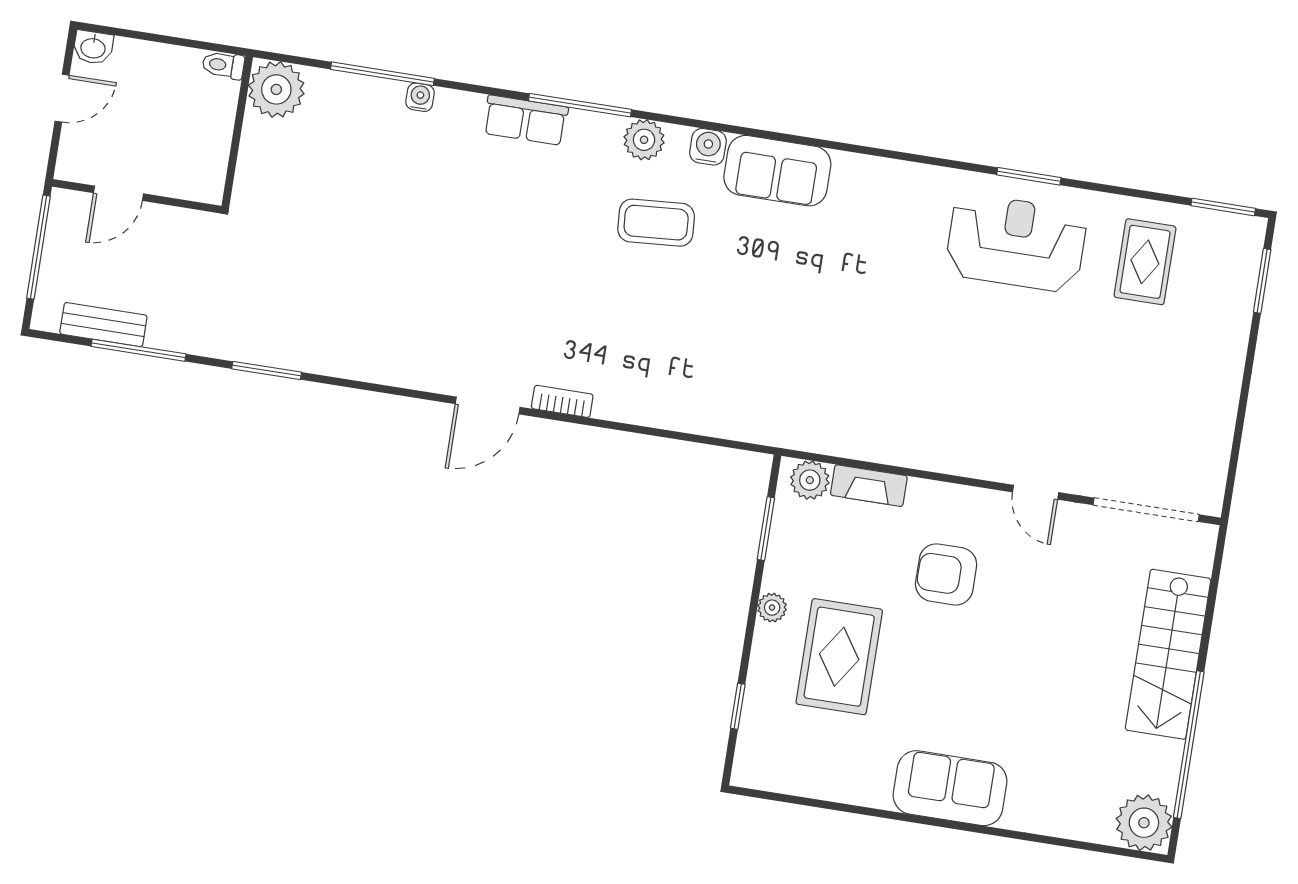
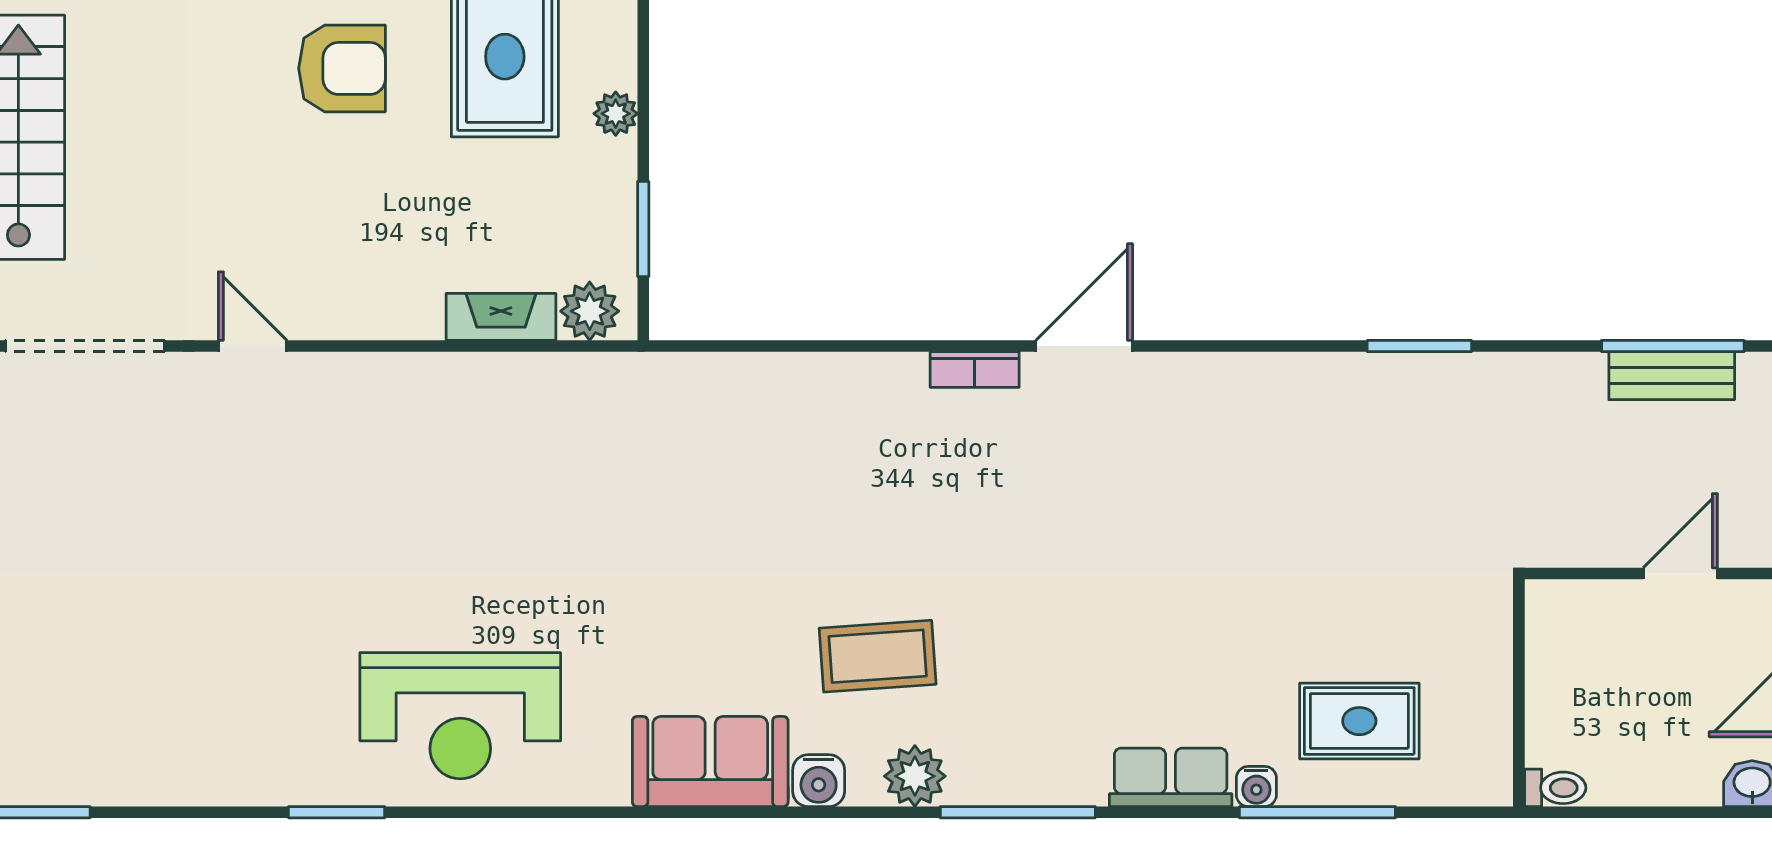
plant: (276, 89) -> (1471, 764), removed
row of seats: (526, 120) -> (1171, 777), moved
reception desk: (1016, 243) -> (460, 716), moved
rug: (1145, 262) -> (1359, 721), moved, turned 90
window: (139, 350) -> (1673, 346), moved
armchair: (946, 574) -> (342, 68), moved

